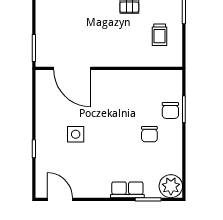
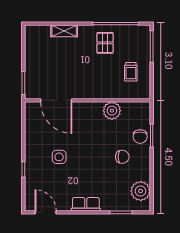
plant: (137, 80) -> (112, 111), added
chair: (149, 134) -> (122, 157), turned -90
plant: (171, 186) -> (141, 191), moved
row of seats: (127, 190) -> (86, 204), moved

